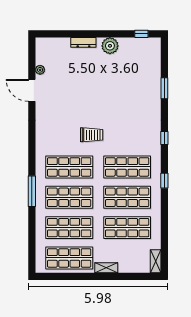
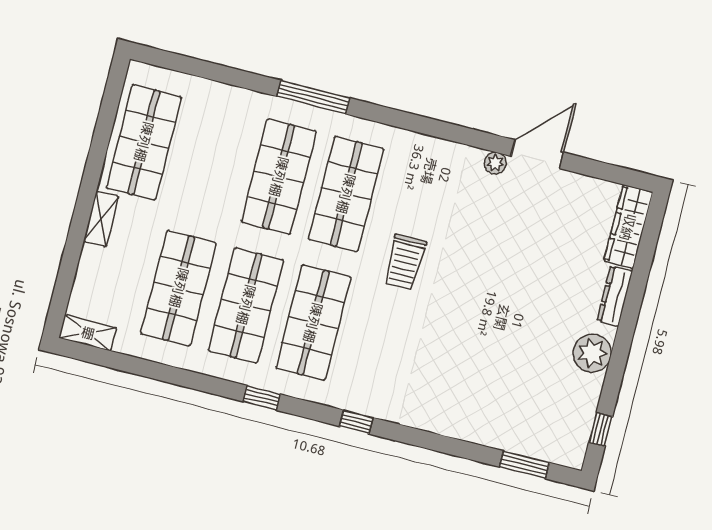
wardrobe: (53, 44) -> (628, 227), added
plant: (40, 70) -> (495, 163), moved
window: (164, 88) -> (524, 465), moved
shop shelf: (69, 228) -> (211, 160), removed

